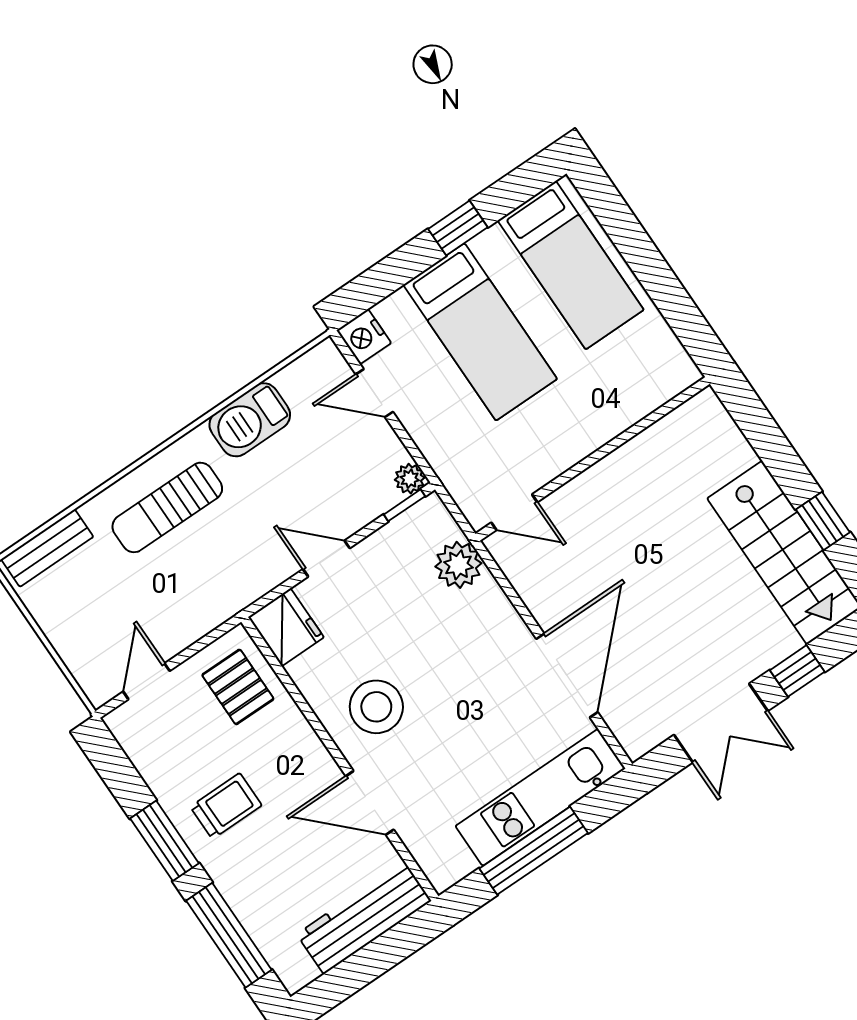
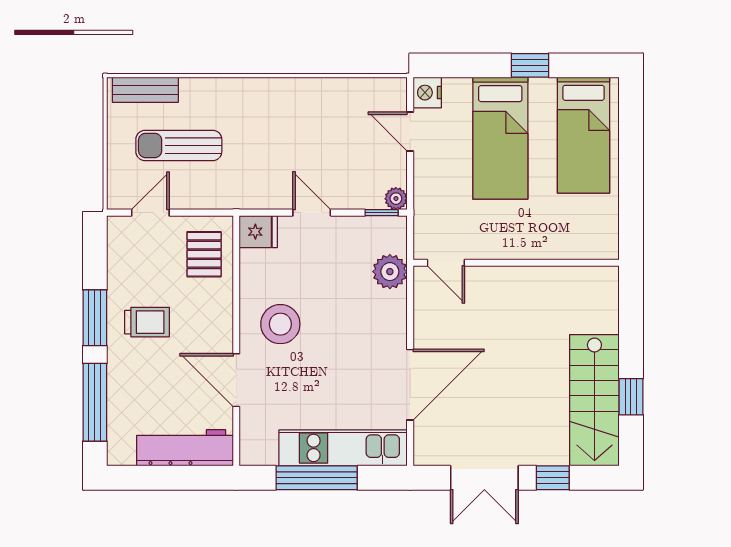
barbecue: (250, 420) -> (323, 96), removed
sun lounger: (167, 507) -> (179, 145), moved
fridge: (286, 627) -> (258, 232), width x0.72

